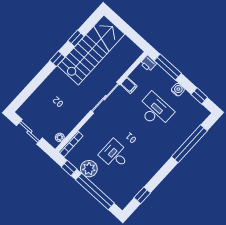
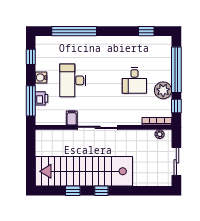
stairs: (91, 50) -> (84, 171), width x1.36
printer: (148, 63) -> (42, 98), moved

